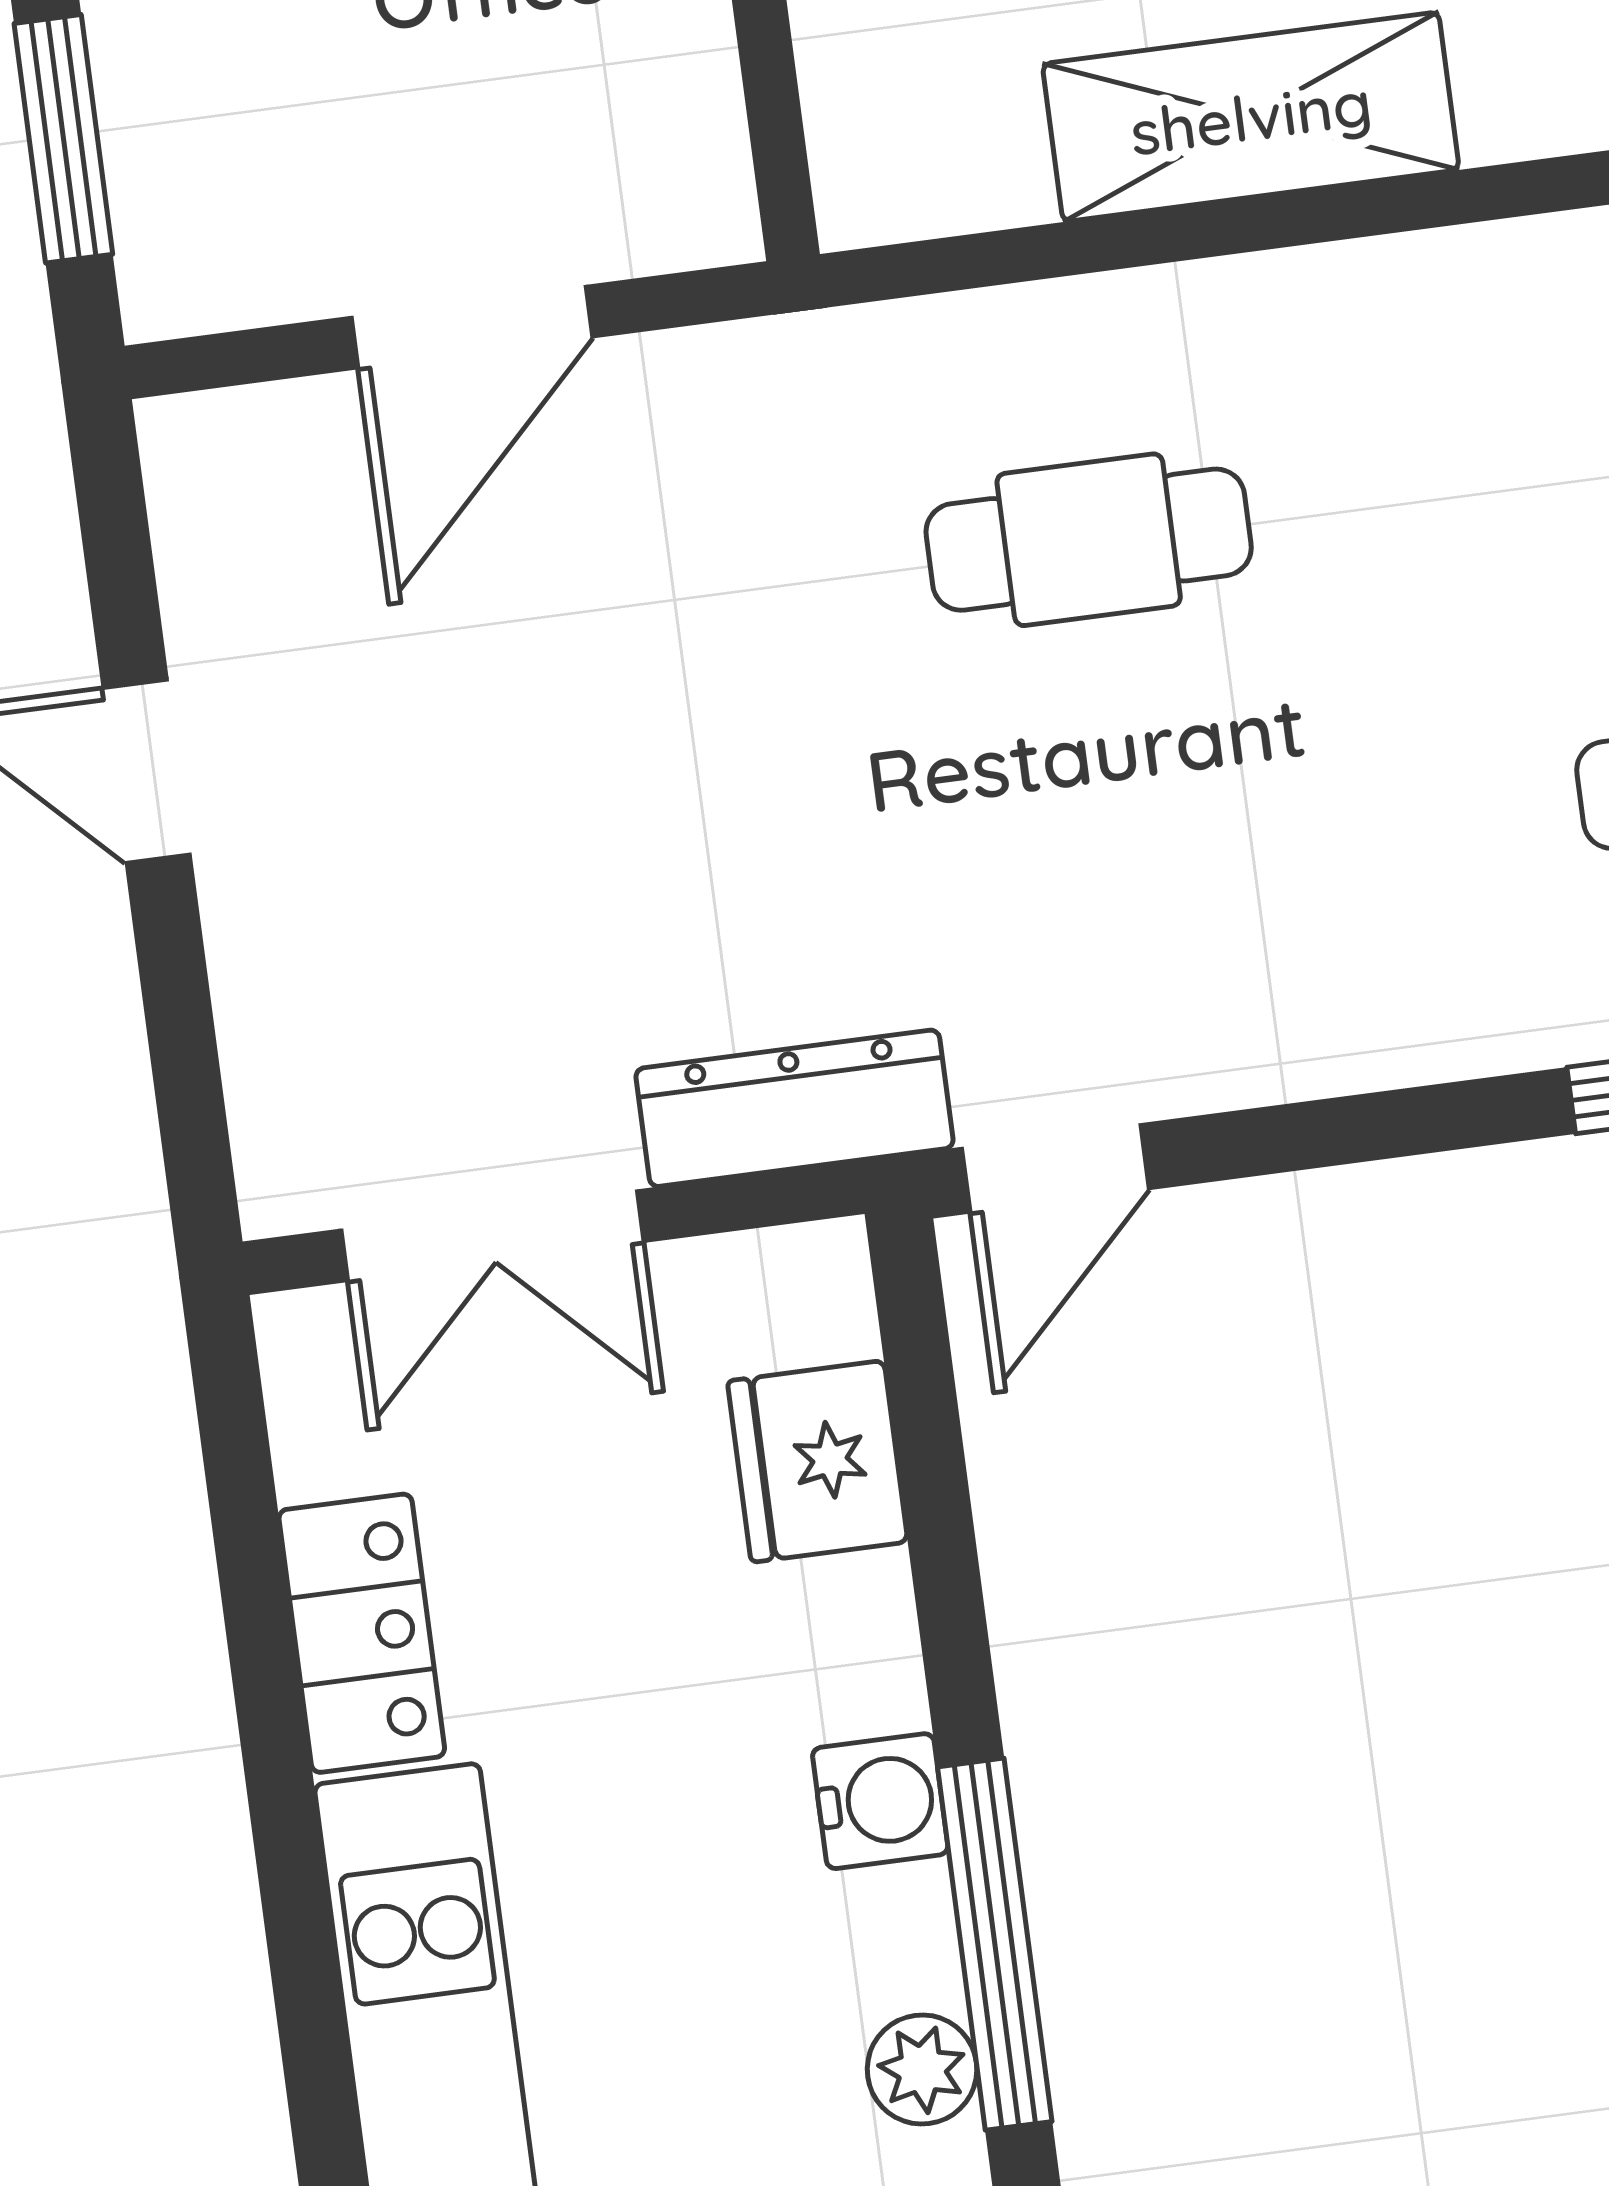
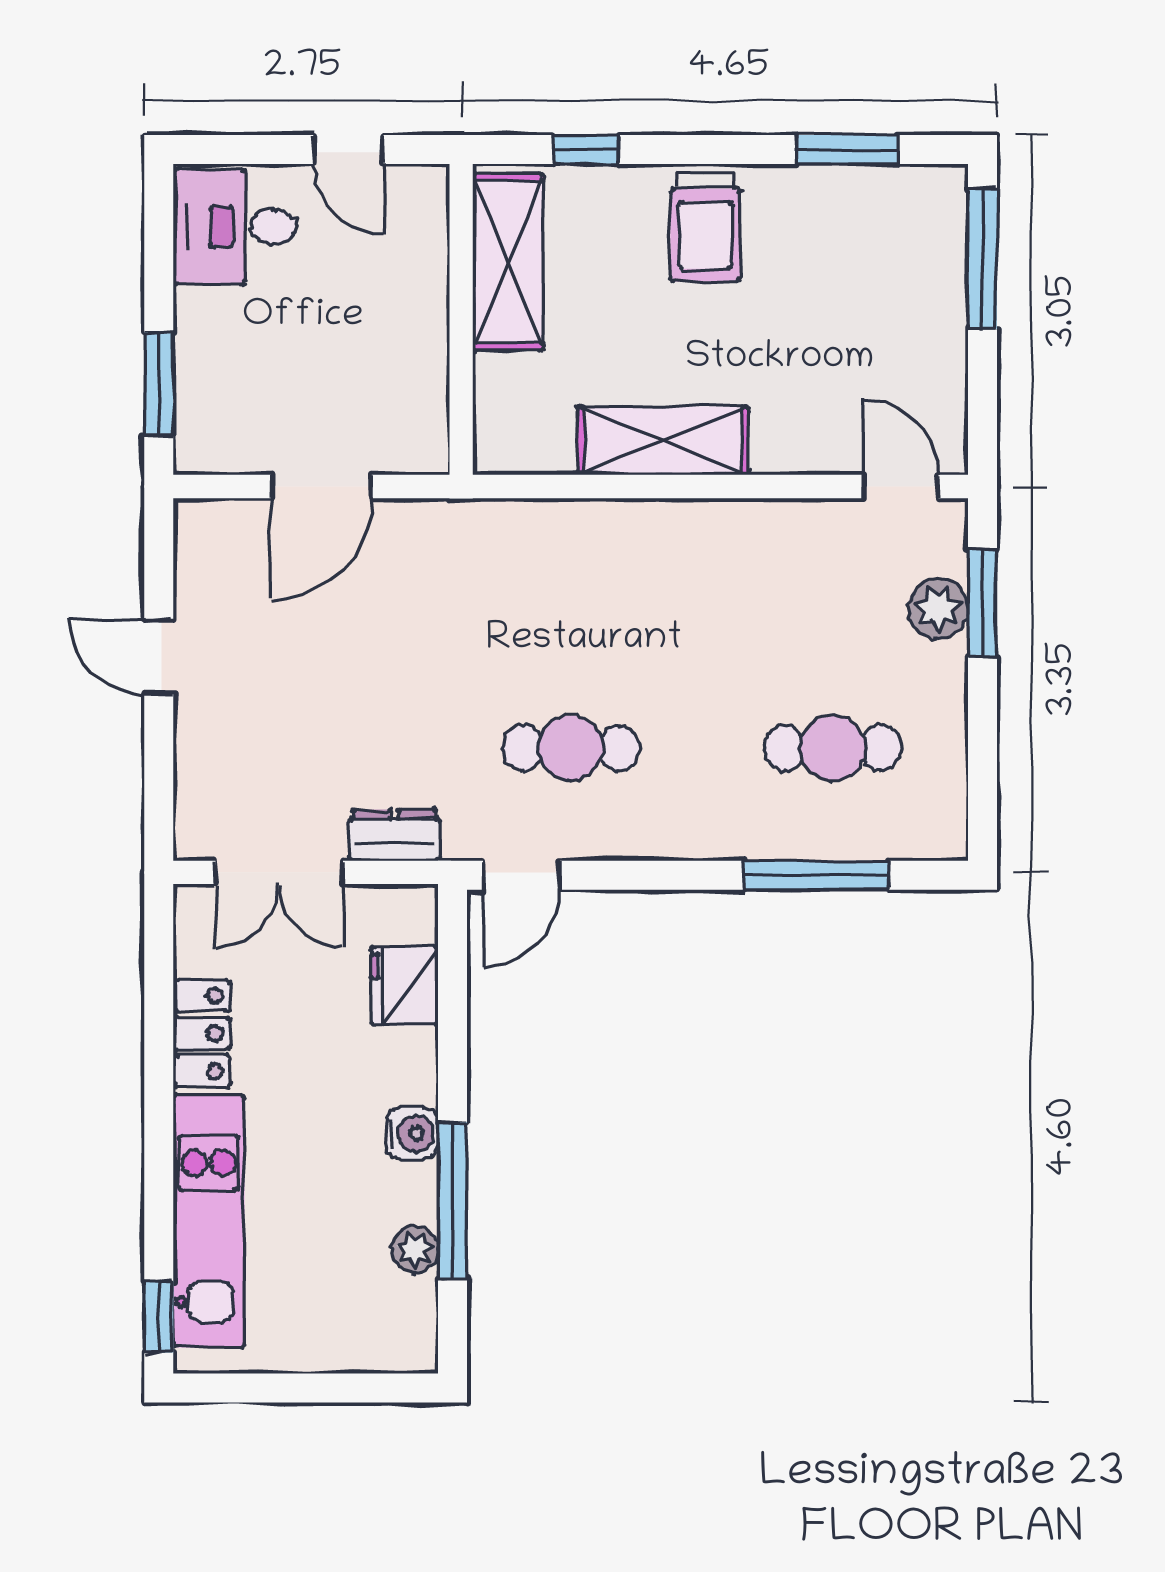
cafe table: (1089, 540) -> (571, 748), moved
dresser: (795, 1108) -> (394, 835), width x0.70

